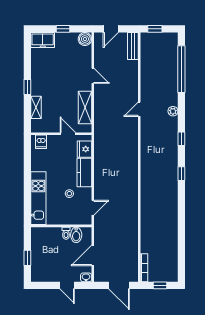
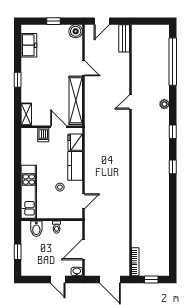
window: (155, 29) -> (146, 21), removed
freezer: (43, 40) -> (29, 45), moved, turned -90
shelving: (36, 107) -> (26, 114), moved
shelving: (85, 107) -> (76, 100), width x1.47
dishwasher: (41, 142) -> (43, 135), moved
bidet: (76, 235) -> (36, 229), moved

